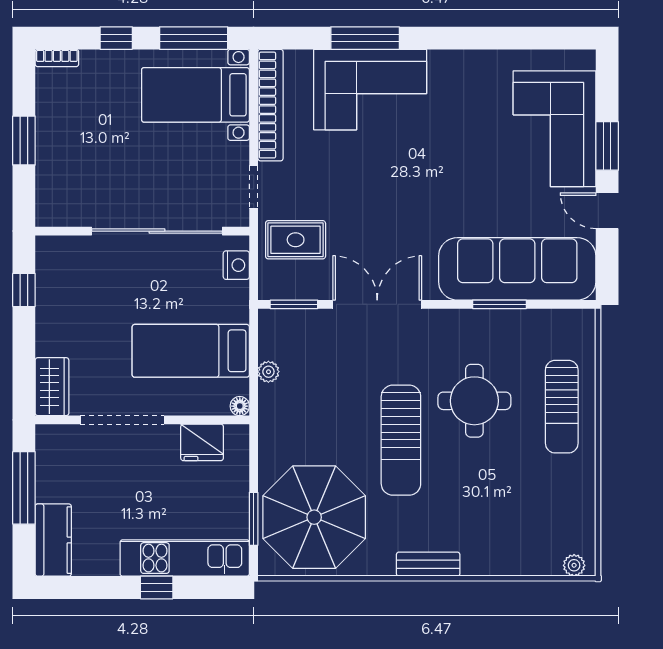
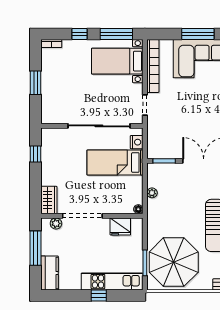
rug: (296, 240) -> (165, 130), removed
bed: (191, 351) -> (115, 163), moved
plant: (67, 436) -> (56, 223), added

